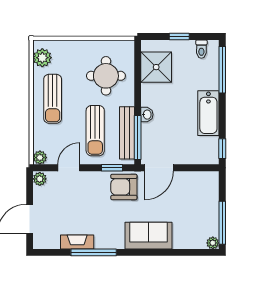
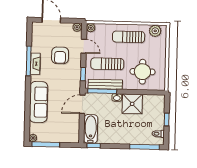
shower: (156, 67) -> (132, 104), moved
bathtub: (208, 113) -> (91, 129), moved, turned 90
door: (159, 168) -> (82, 104), hinge flipped
armchair: (124, 187) -> (60, 55), moved, turned 180
sofa: (148, 236) -> (39, 102), width x1.36
fireplace: (77, 242) -> (35, 64), moved

